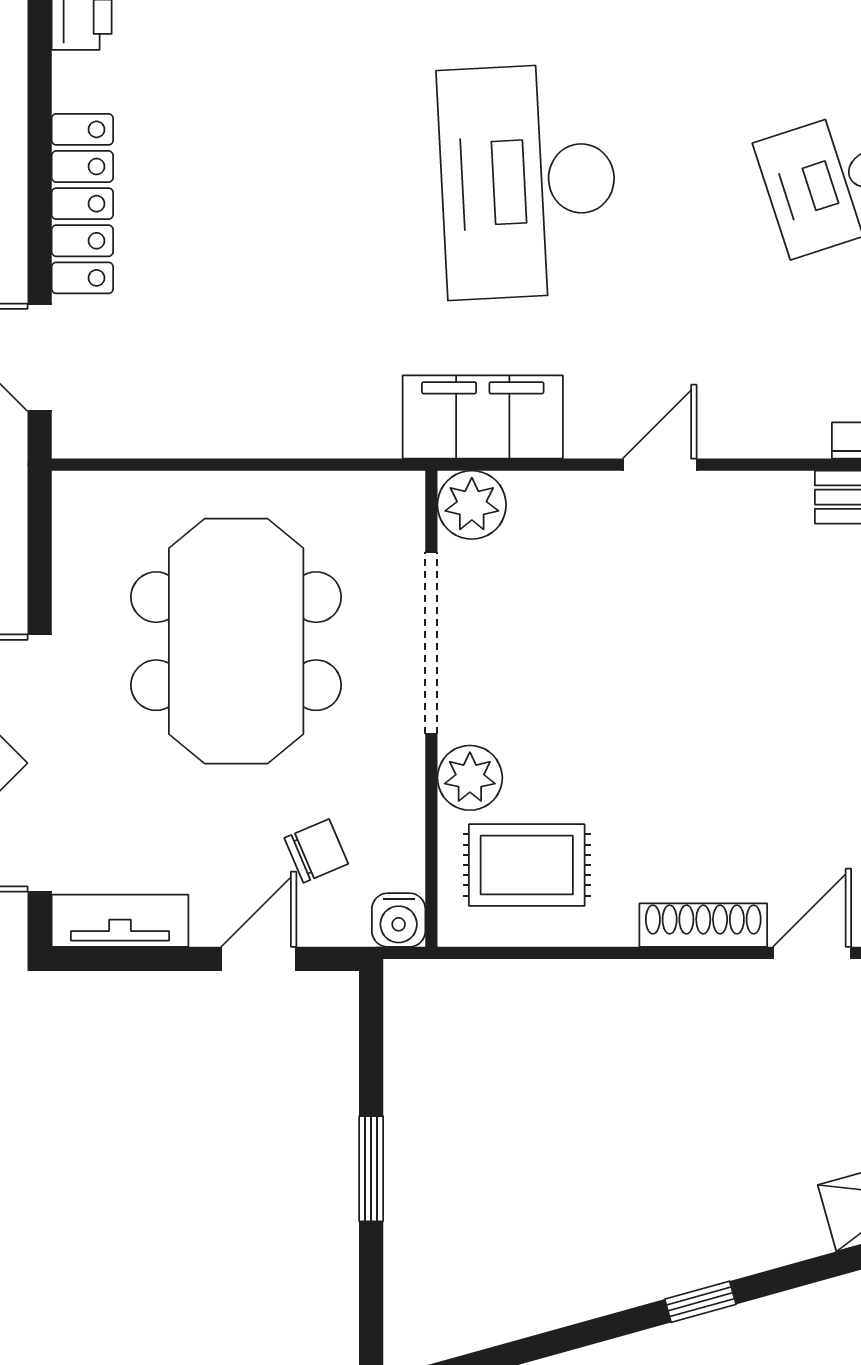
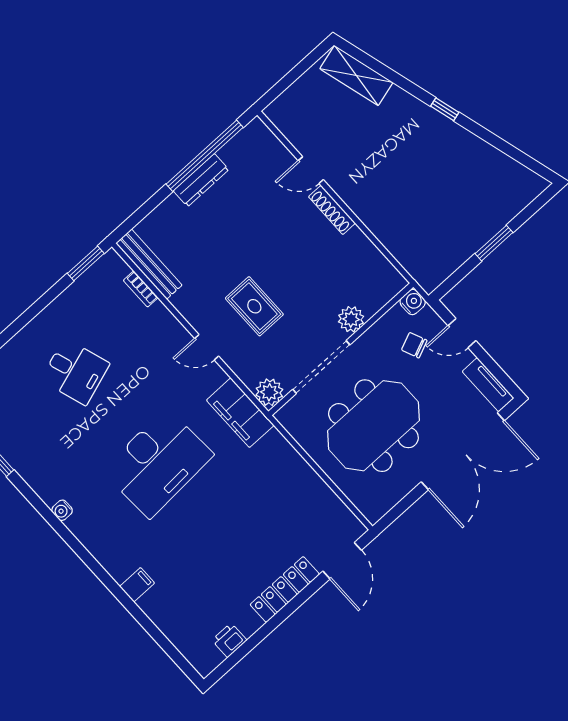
rug: (527, 865) -> (254, 306), moved

